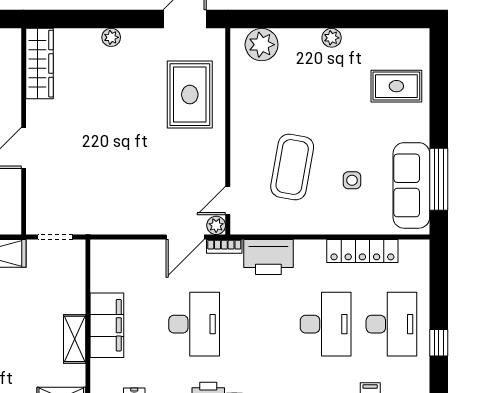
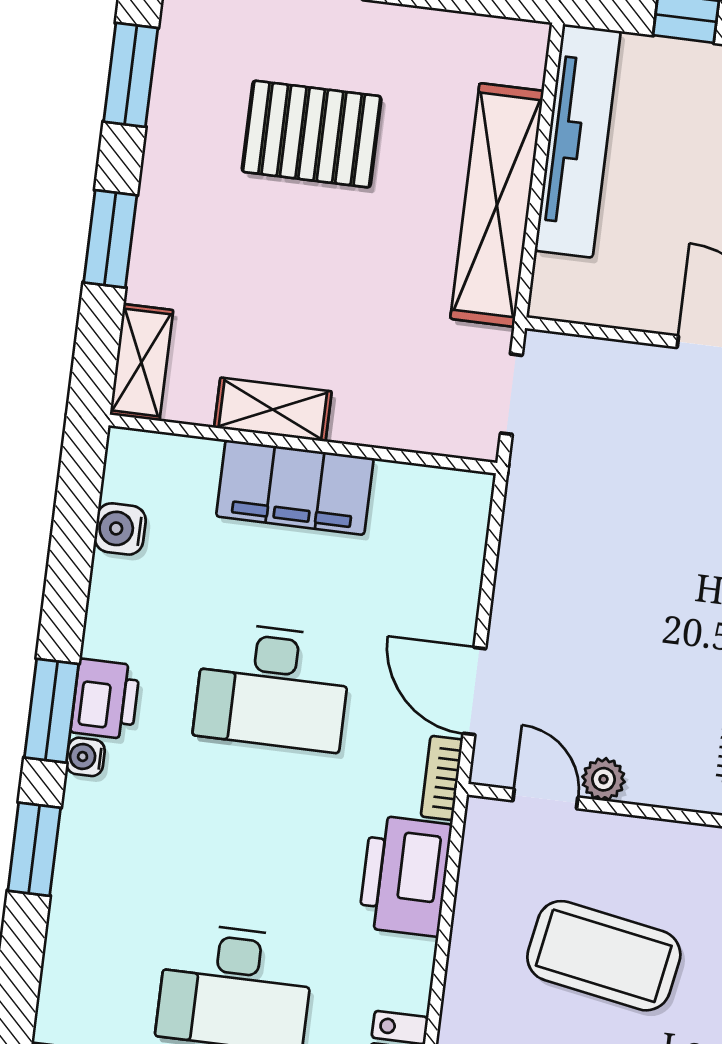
plant: (216, 225) -> (603, 779), moved

